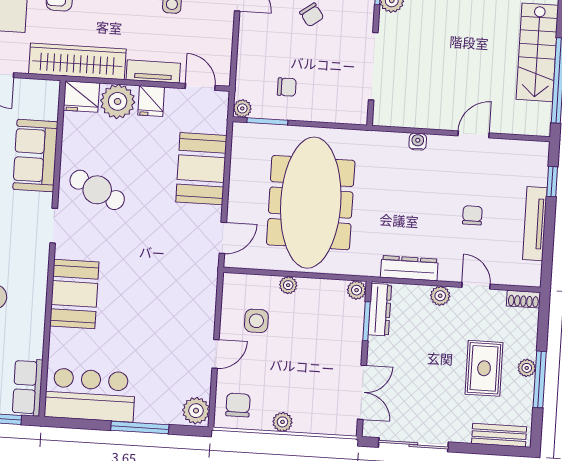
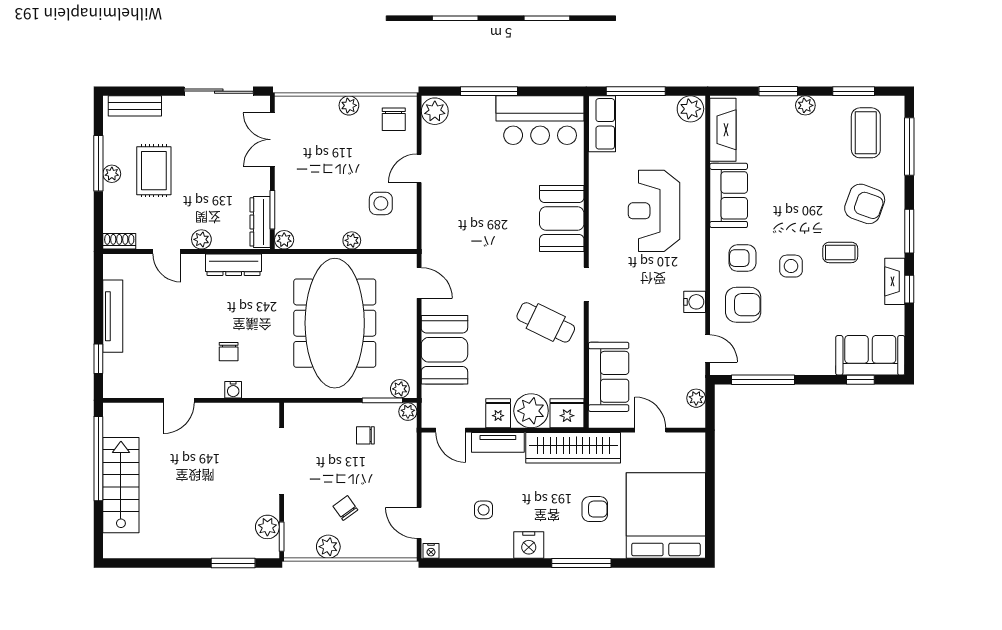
plant: (249, 132) -> (400, 389), added
sofa: (35, 156) -> (609, 377), moved
chair: (472, 215) -> (229, 352), moved
door: (223, 238) -> (419, 283), swing flipped

